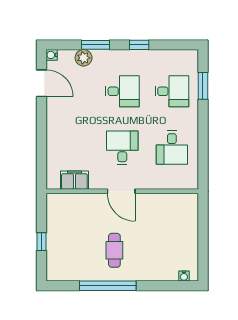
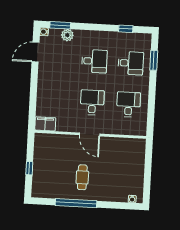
window: (96, 45) -> (60, 25), moved
window: (139, 45) -> (126, 29), moved
door: (42, 83) -> (36, 52), swing flipped
desk: (172, 148) -> (128, 104), turned 180
filing cabinet: (74, 180) -> (45, 124), moved

